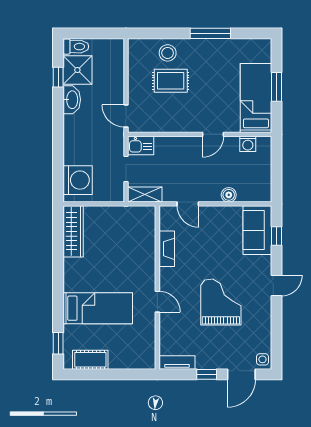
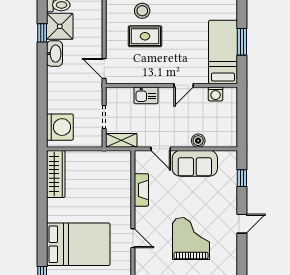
kitchen sink: (141, 145) -> (146, 95), moved
sofa: (257, 230) -> (195, 163), moved, turned -90
bed: (98, 308) -> (78, 244), width x1.50

